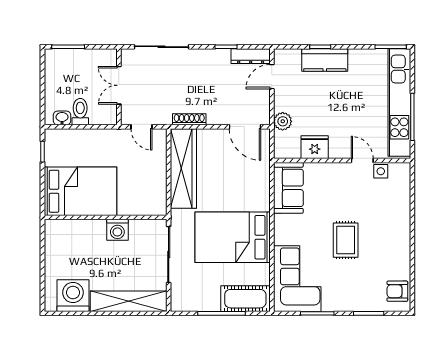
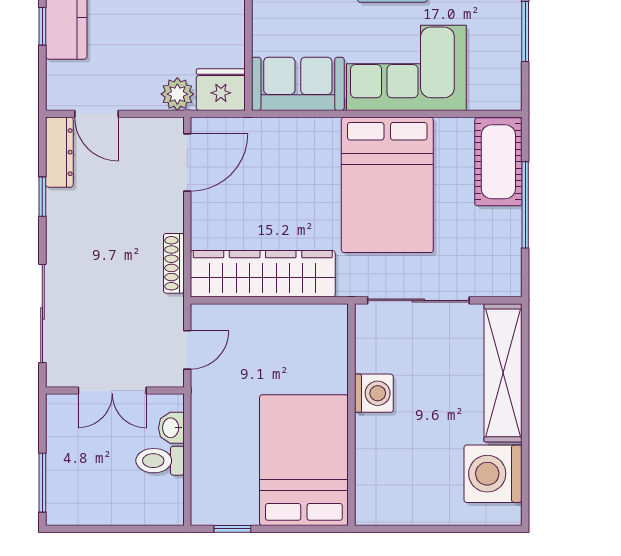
washbasin: (62, 118) -> (171, 428), moved
fridge: (315, 147) -> (221, 90), moved, turned 90
corner sofa: (297, 279) -> (406, 68), moved

